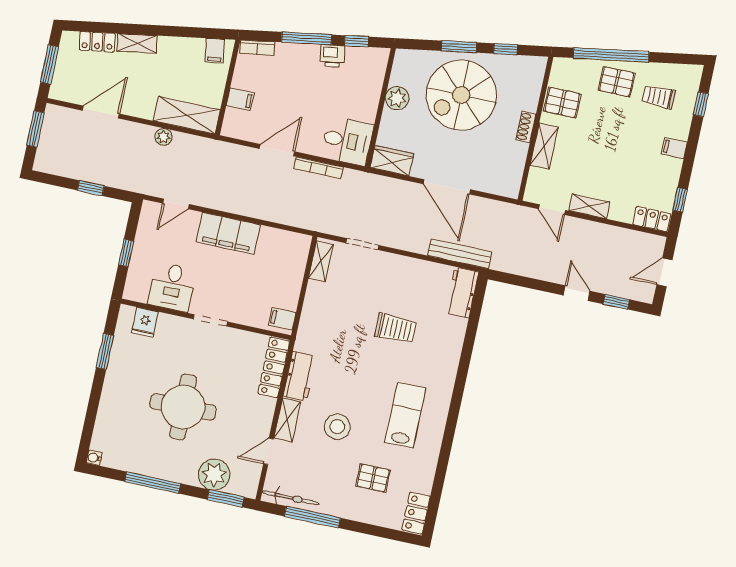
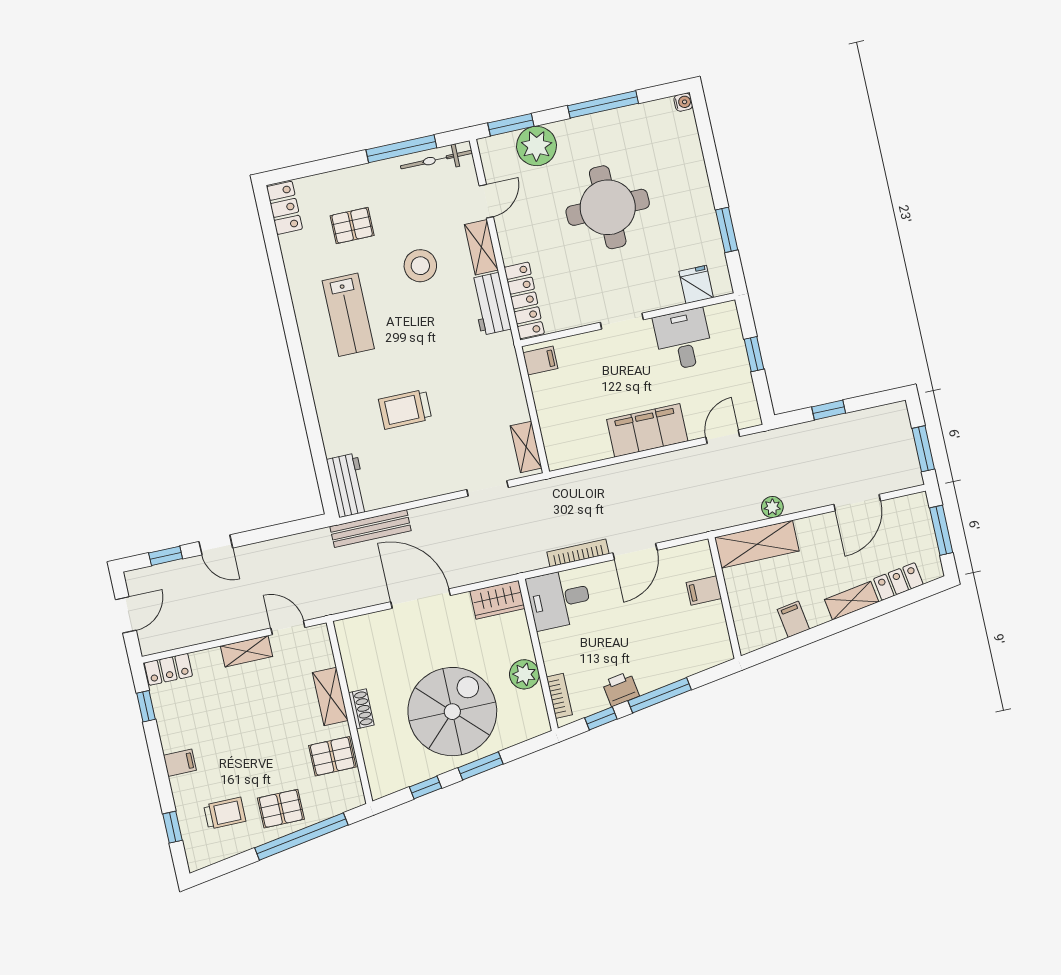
bookcase: (257, 48) -> (559, 696), moved, turned 99
filing cabinet: (215, 51) -> (793, 619), moved

